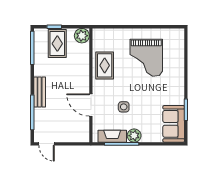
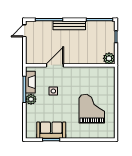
rug: (57, 44) -> (103, 39), removed
grand piano: (146, 58) -> (92, 109), turned 90
rug: (105, 65) -> (86, 76), removed
bench: (40, 92) -> (69, 25), width x1.36
sofa: (174, 124) -> (51, 130), moved

